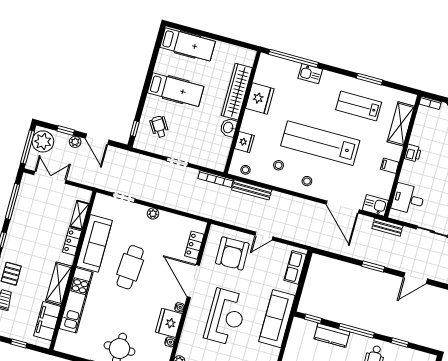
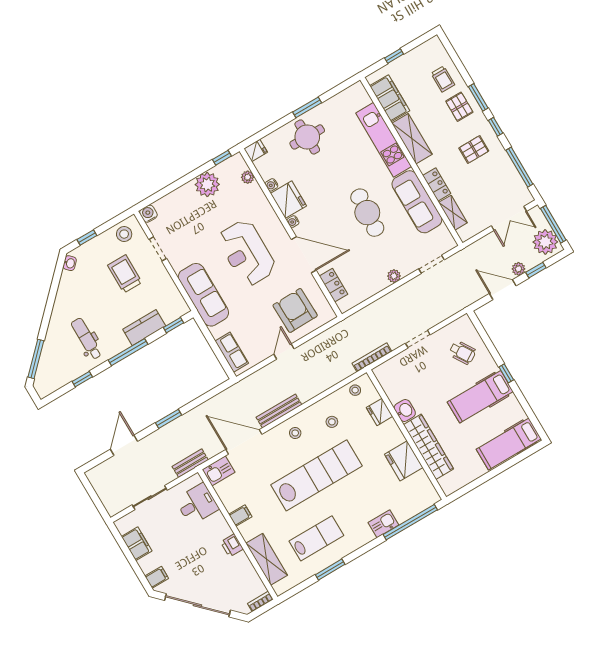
window: (135, 129) -> (506, 373), moved
bench: (252, 190) -> (279, 411), moved
pallet: (29, 240) -> (474, 149), added

